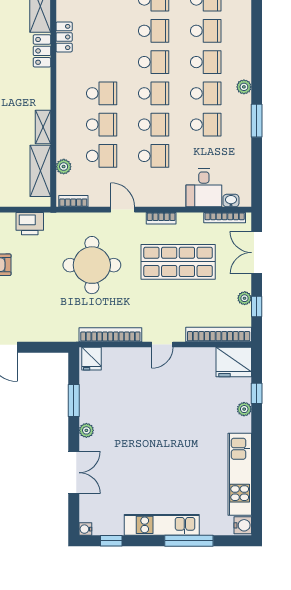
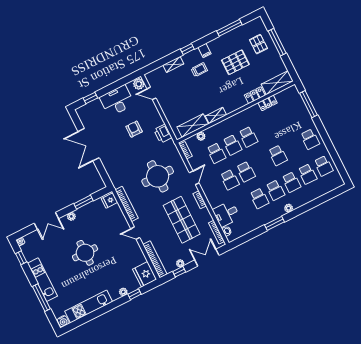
school desk: (154, 31) -> (294, 147), removed
school desk: (154, 93) -> (262, 164), removed
round table: (154, 438) -> (85, 253), added

